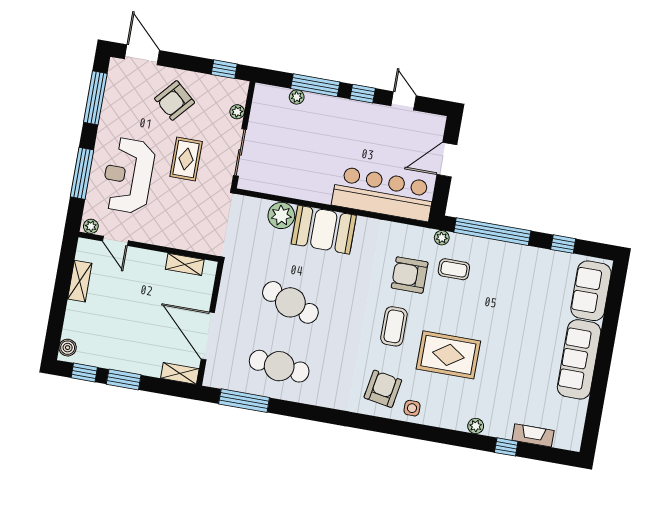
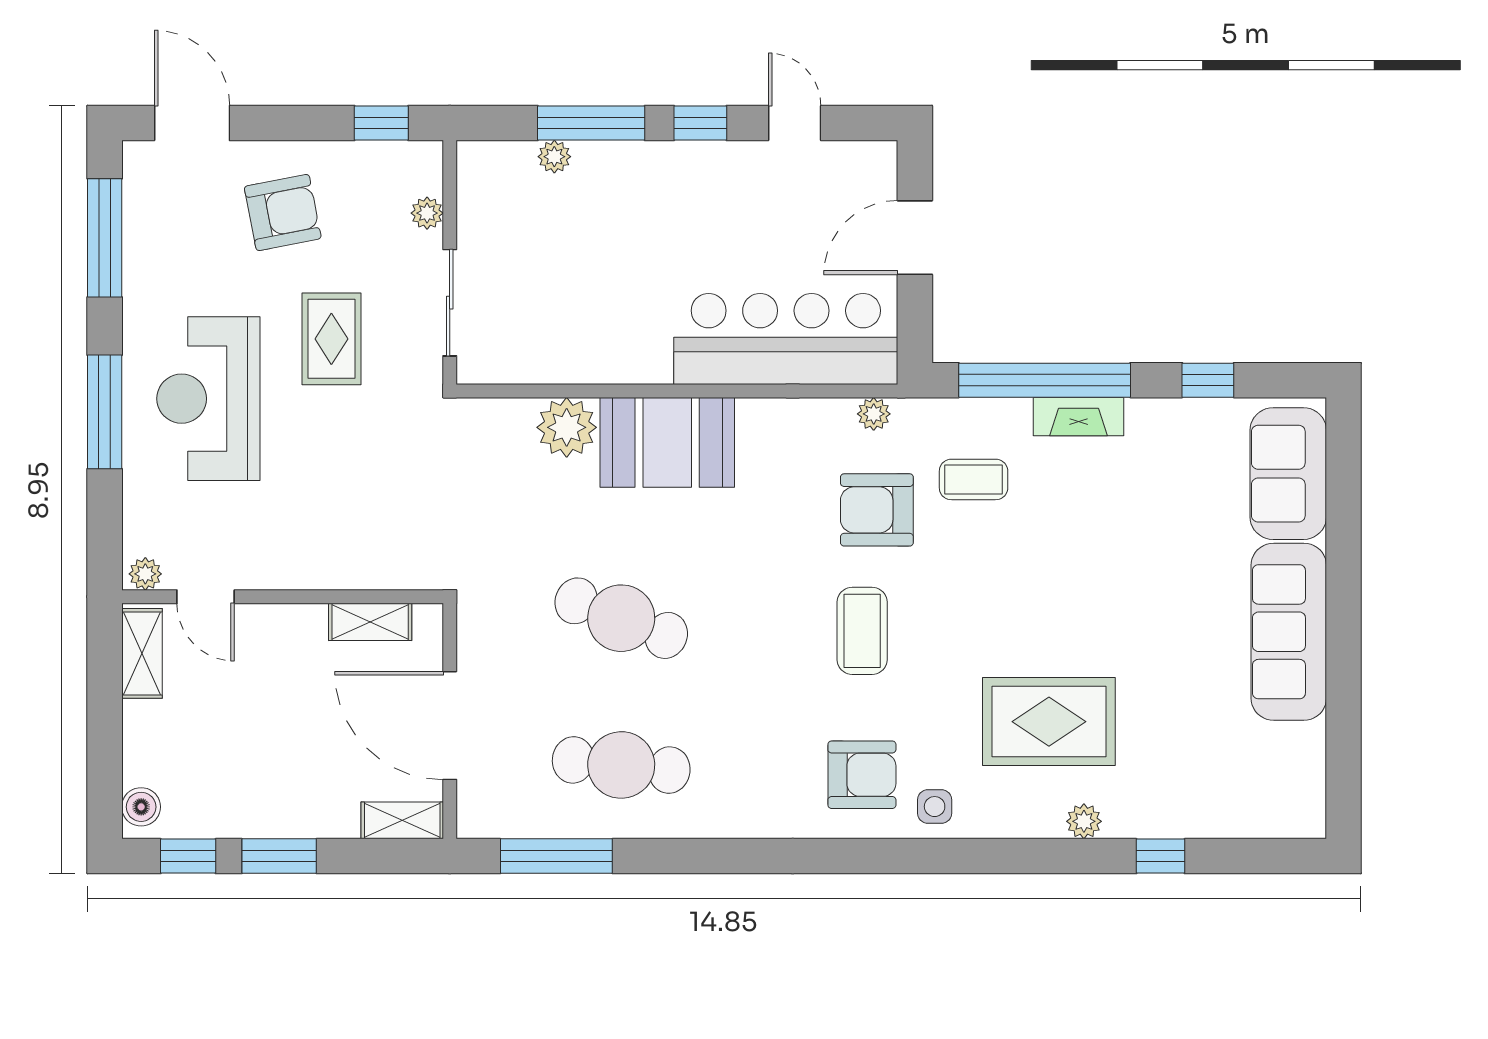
armchair: (175, 100) -> (283, 213), turned -142
plant: (91, 226) -> (145, 574), moved
plant: (442, 238) -> (874, 414), moved
door: (115, 241) -> (206, 597), moved
wall: (149, 247) -> (283, 597), moved
shelving: (185, 264) -> (370, 622), moved
rug: (448, 355) -> (1049, 722), moved
armchair: (383, 389) -> (862, 775), turned 80
fireplace: (533, 435) -> (1079, 417), moved, turned 180

